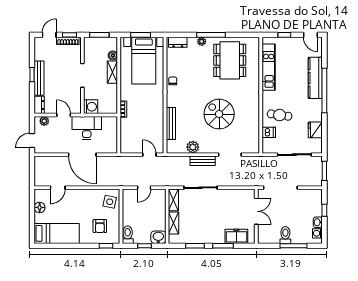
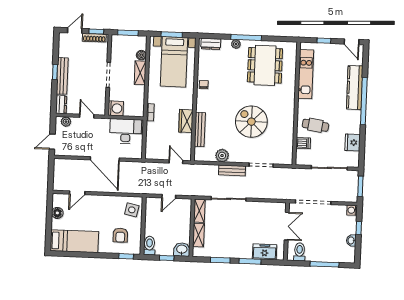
wardrobe: (157, 116) -> (186, 121), added
desk: (87, 128) -> (126, 131), moved
washing machine: (317, 233) -> (352, 210), moved
toilet: (285, 235) -> (300, 252), moved

